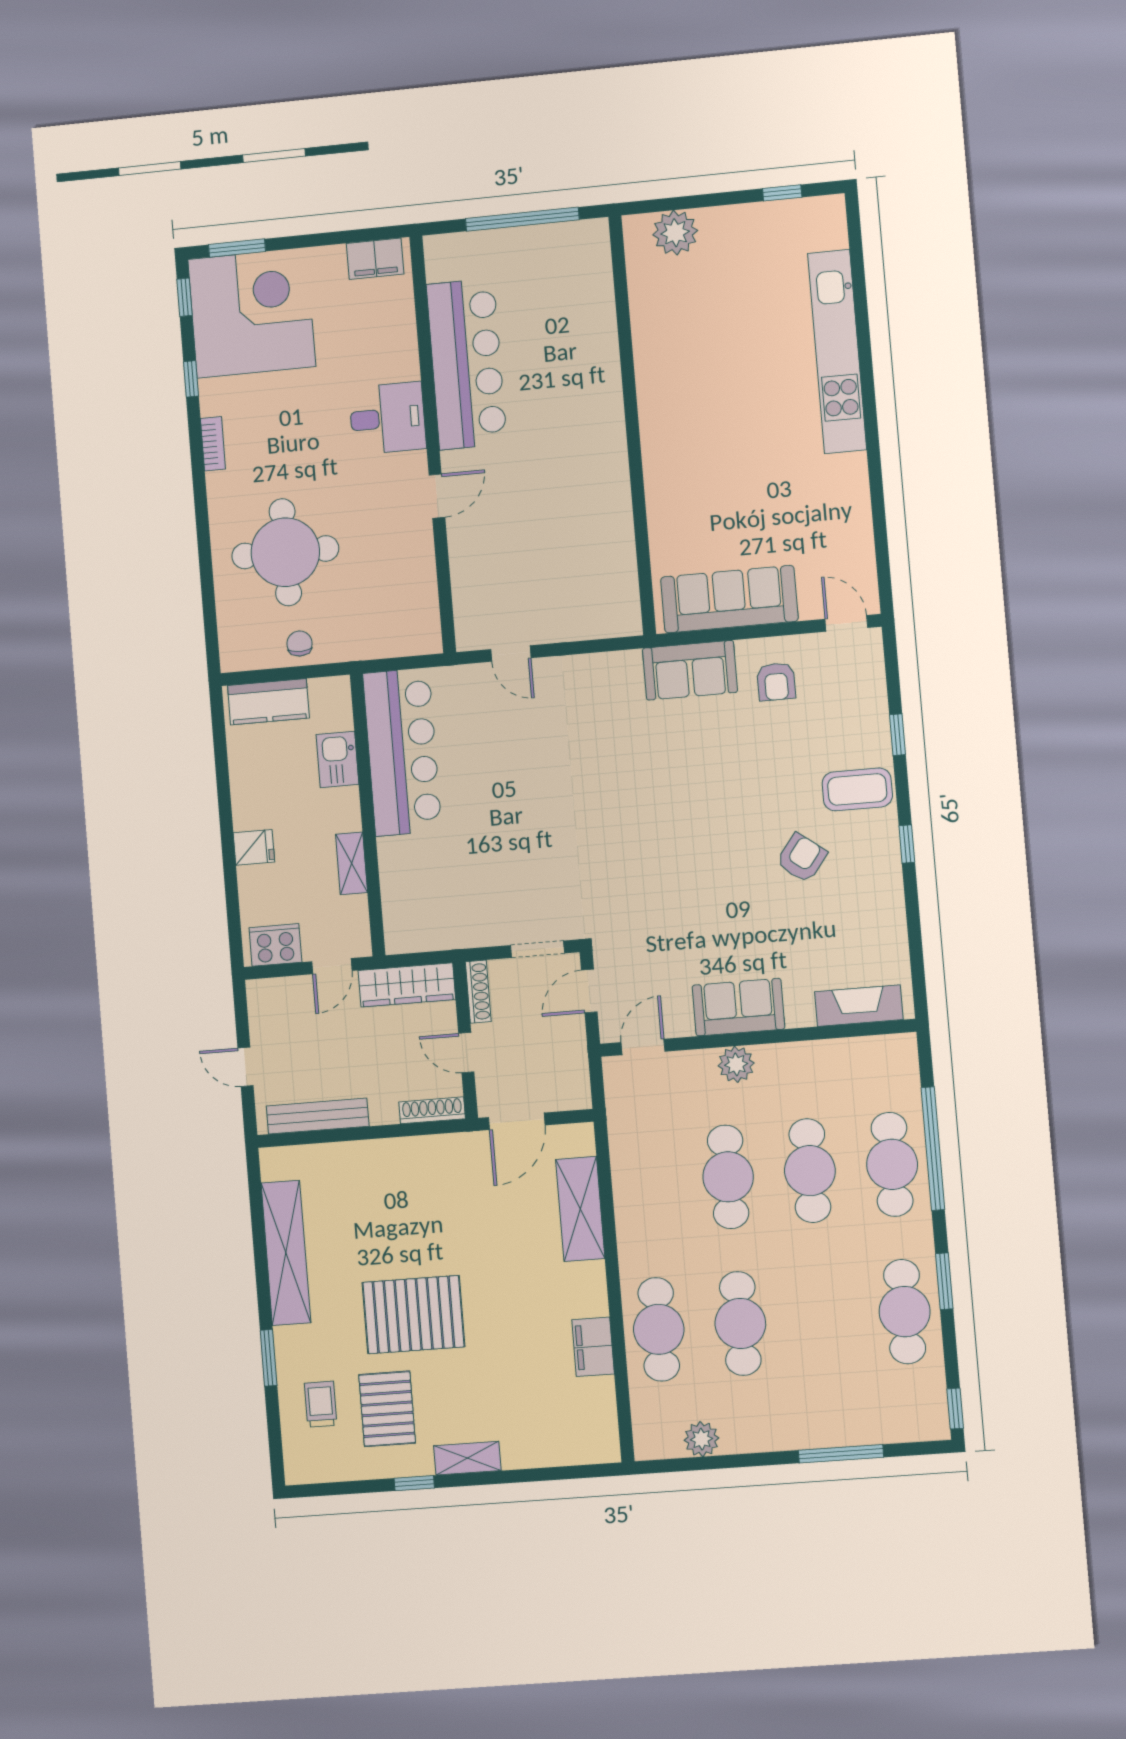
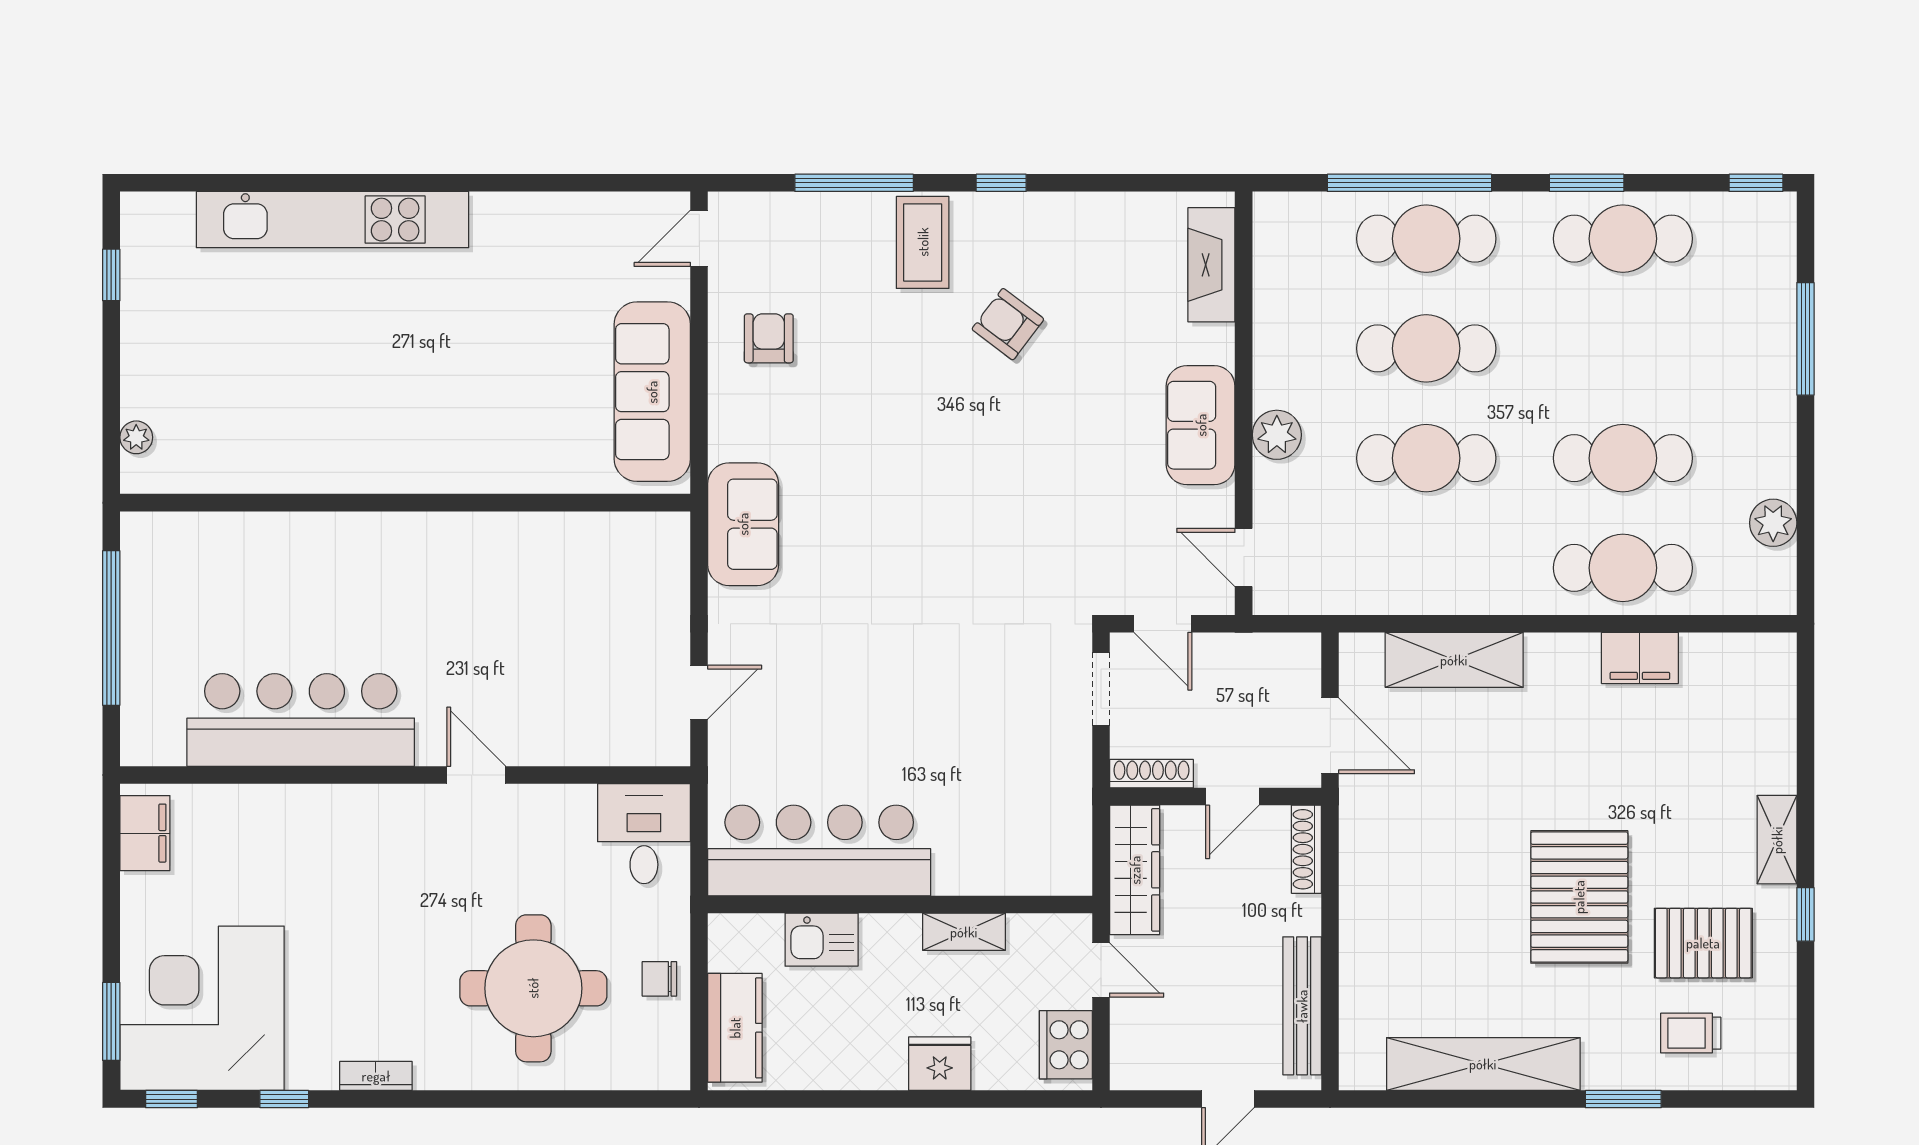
plant: (675, 233) -> (136, 437), width x0.53, depth x0.53
desk: (388, 418) -> (644, 834), moved
sofa: (690, 670) -> (743, 524), moved
armchair: (776, 682) -> (769, 338), turned -90
window: (898, 735) -> (854, 183), width x2.17
fridge: (254, 847) -> (940, 1064), width x1.38

